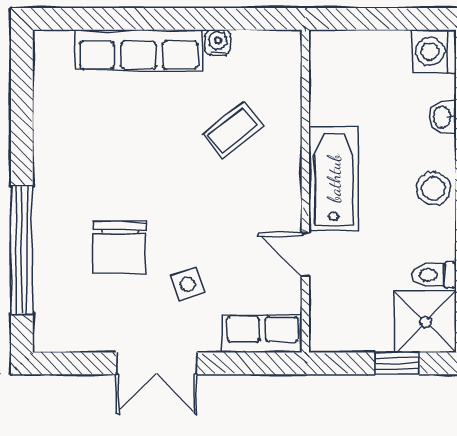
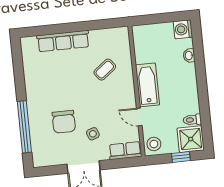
water cooler: (218, 42) -> (95, 35), removed
stool: (434, 189) -> (154, 144), moved

